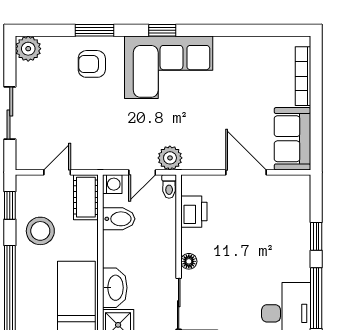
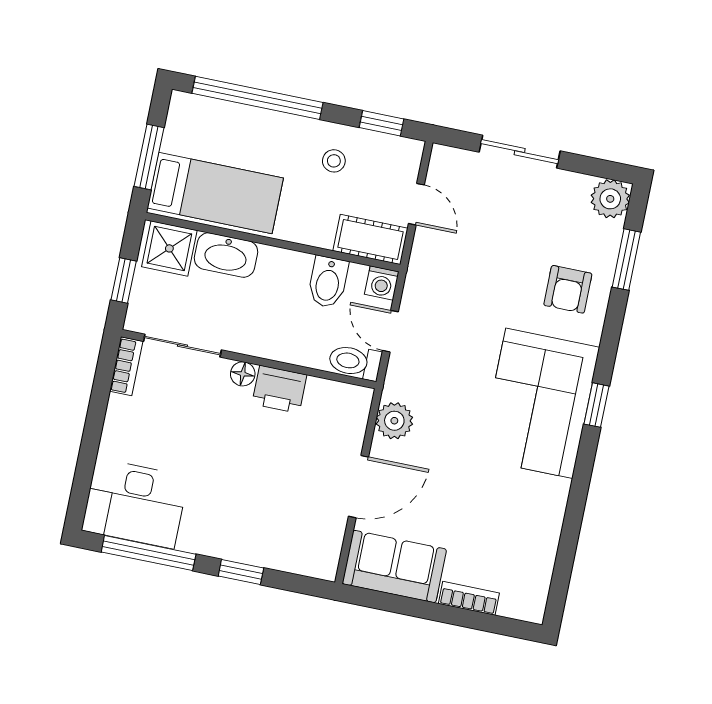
window: (94, 30) -> (626, 260), moved
armchair: (92, 64) -> (568, 289), turned 180
bookcase: (303, 76) -> (469, 598), width x0.64
plant: (170, 158) -> (394, 421), moved
toilet: (169, 186) -> (355, 362), width x1.37, depth x1.39
printer: (194, 212) -> (279, 389), moved
stool: (40, 231) -> (334, 161), width x0.53, depth x0.53

